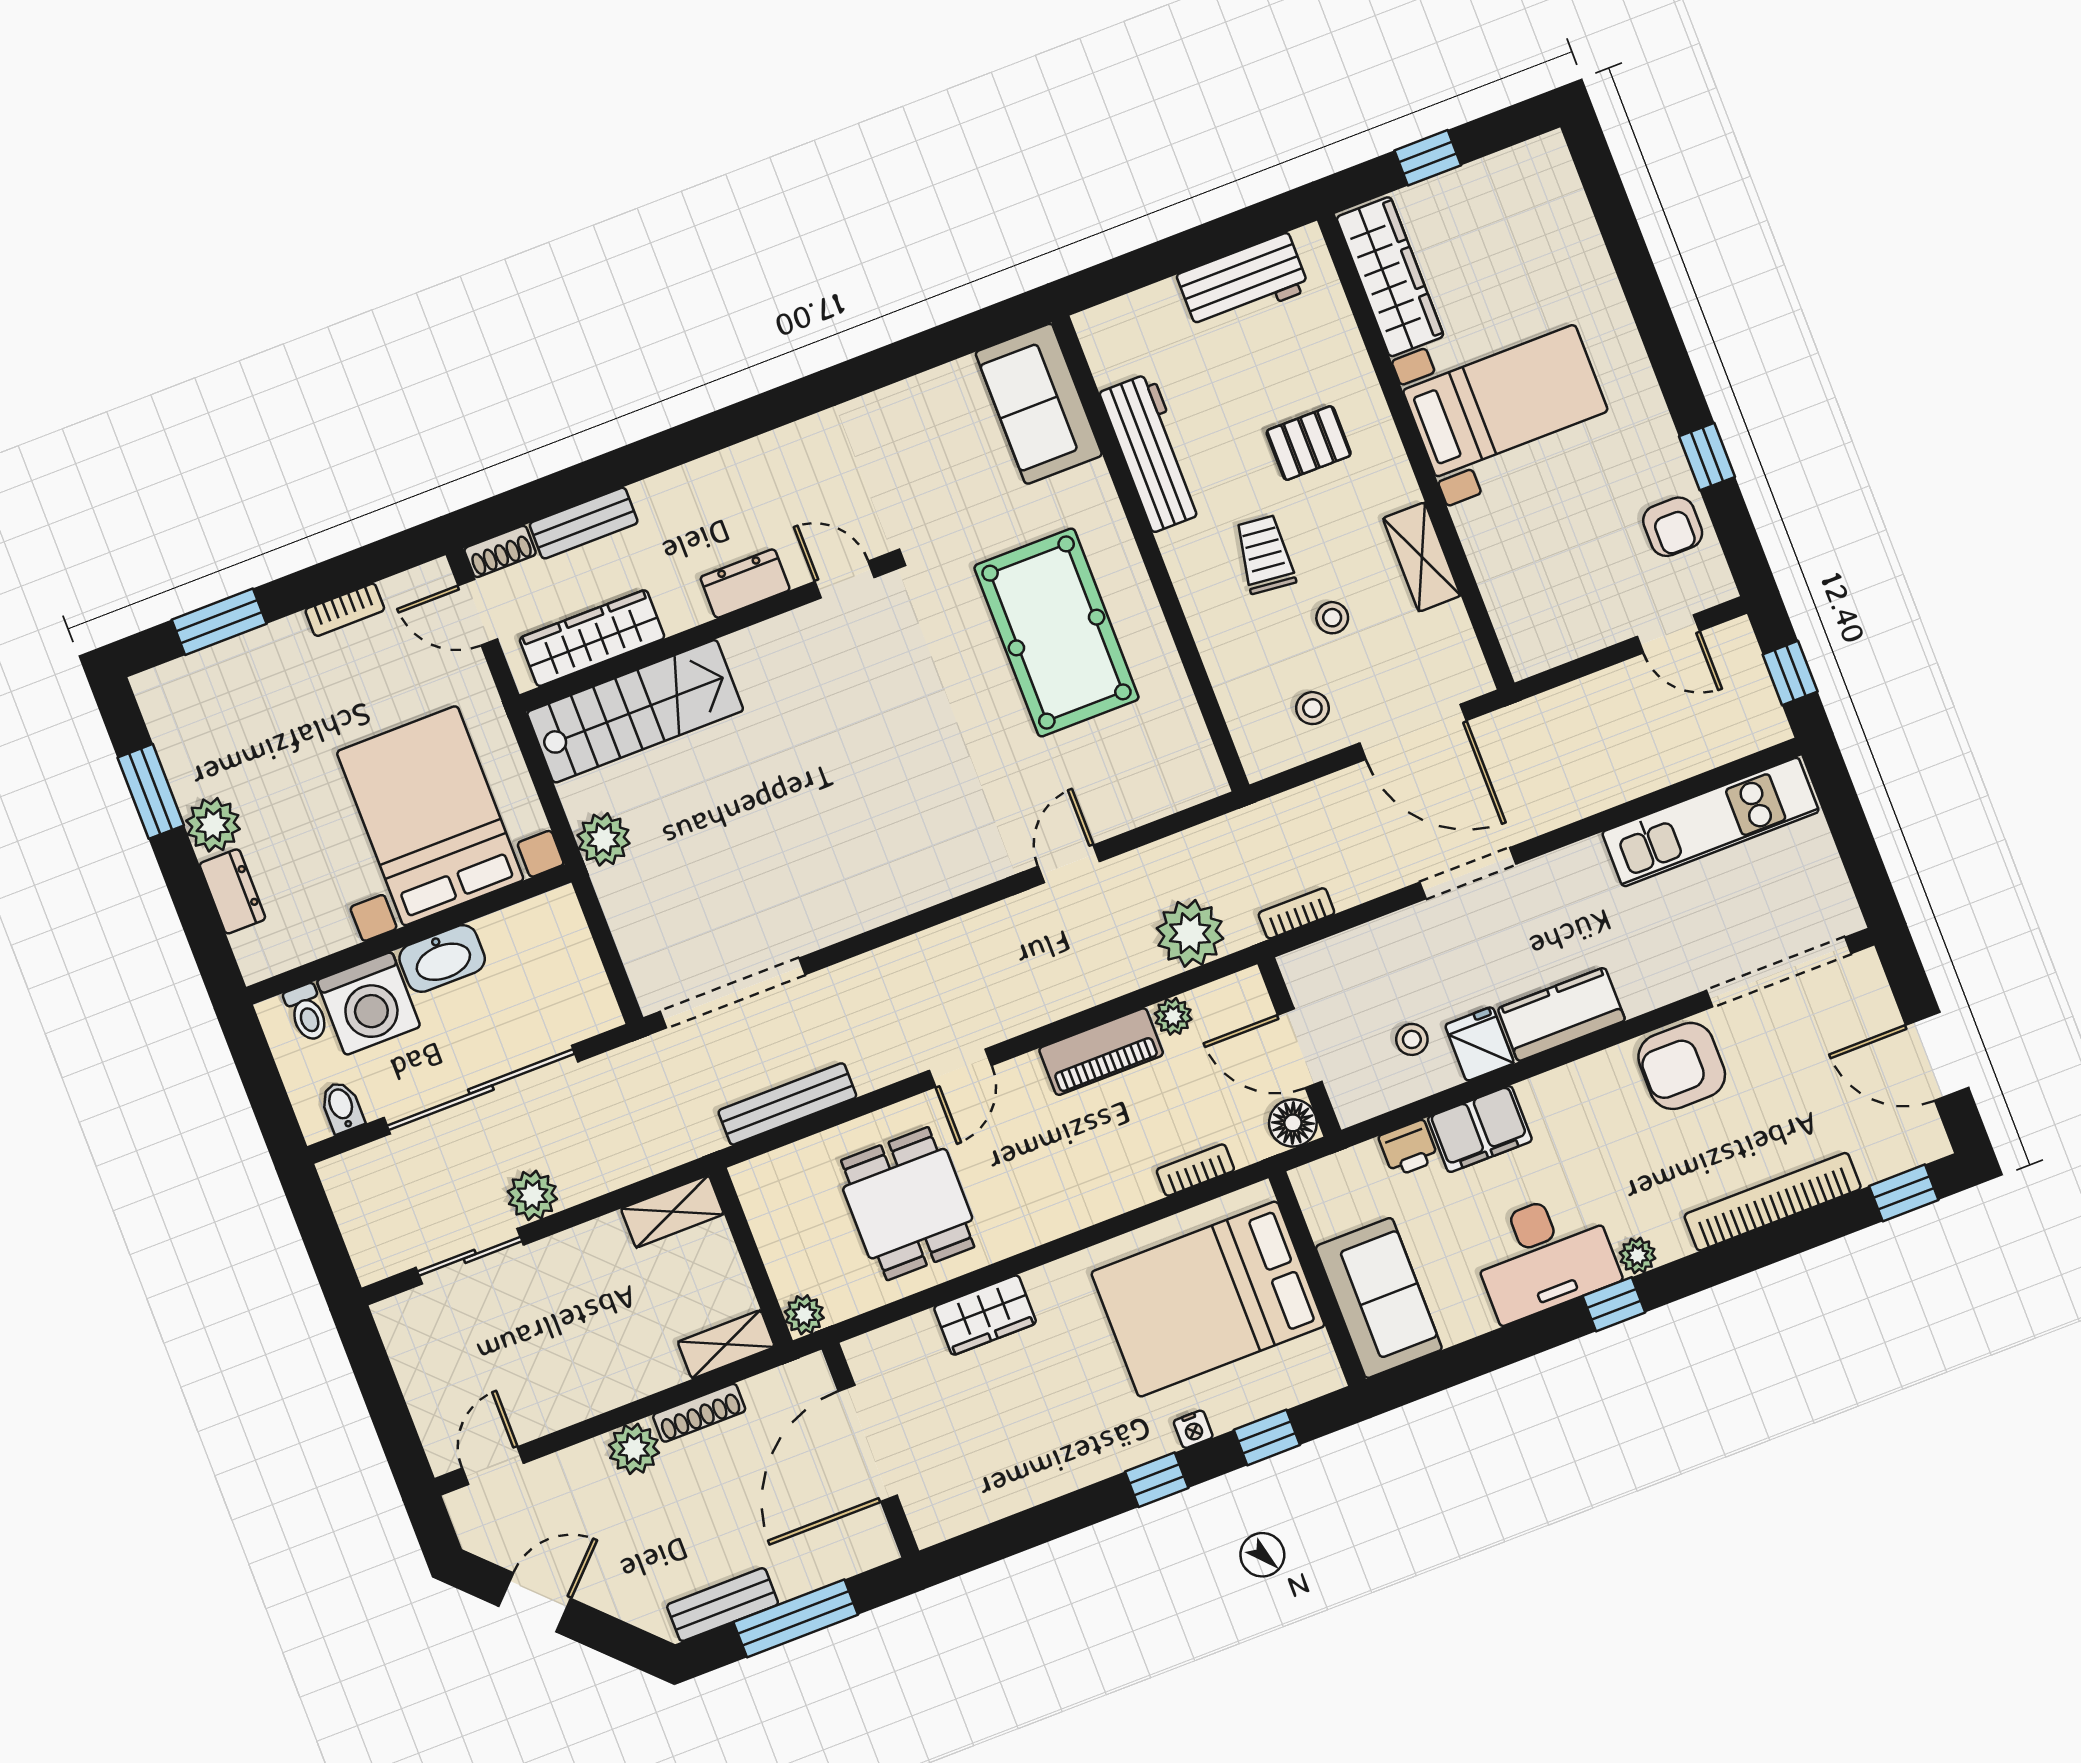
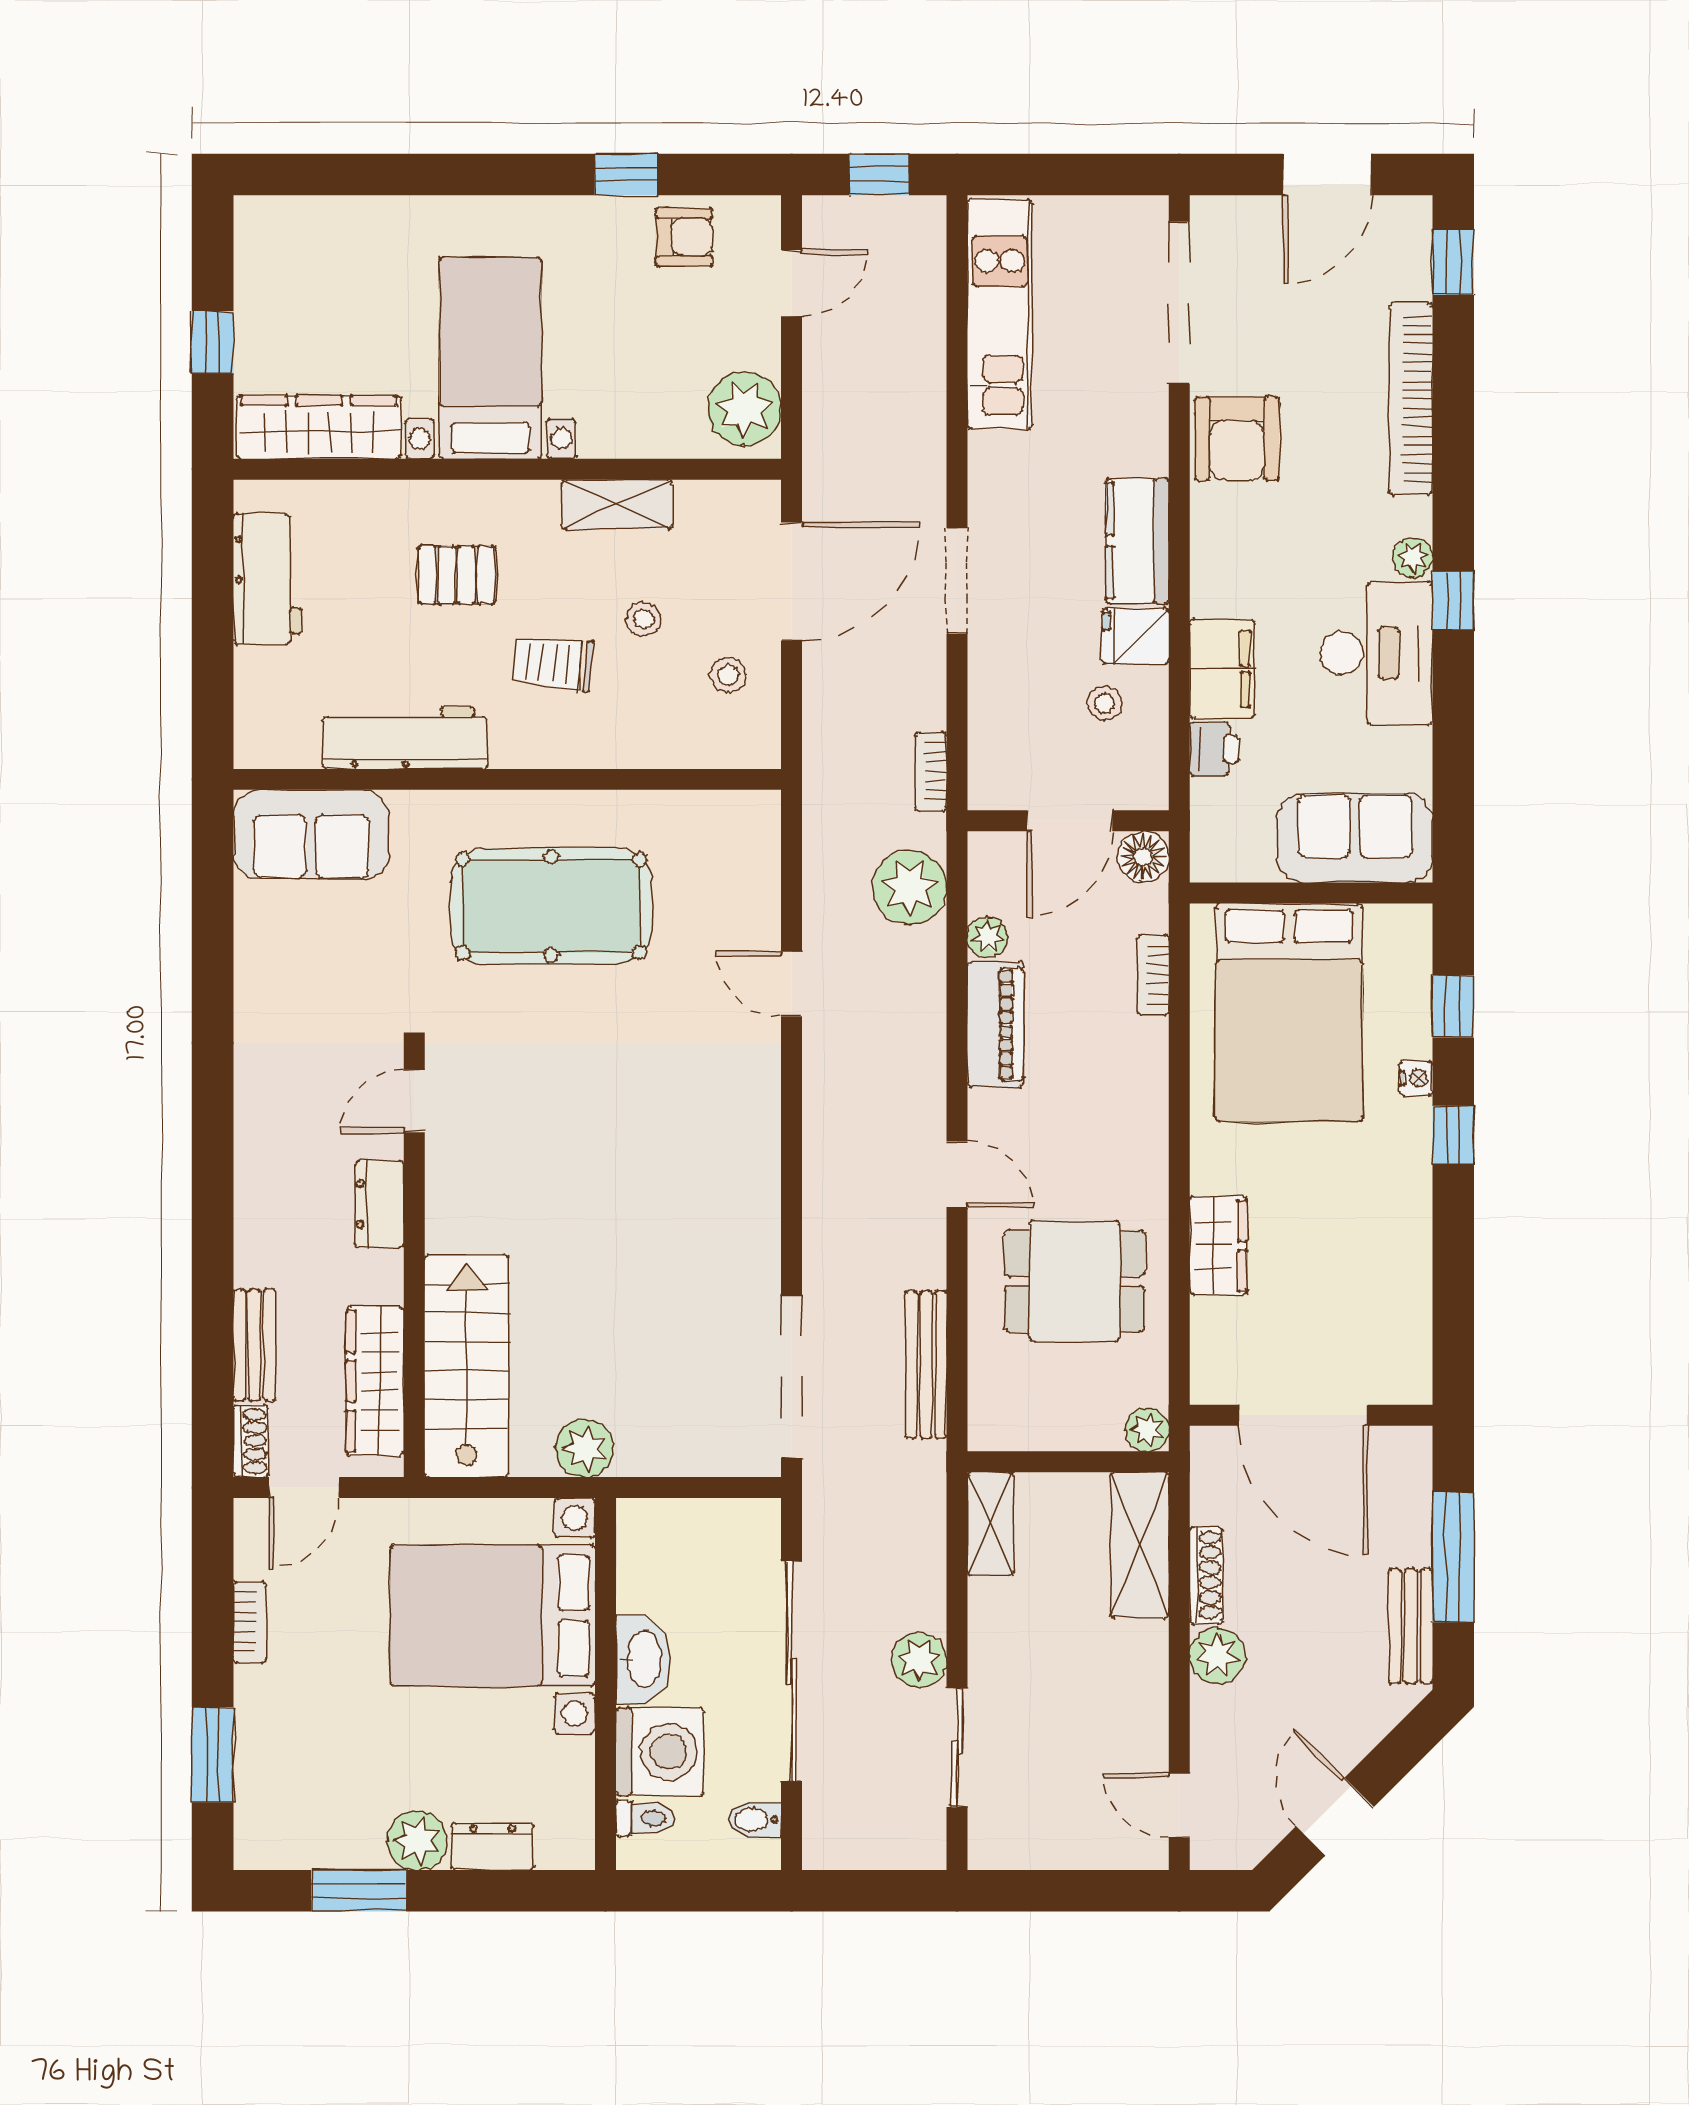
pallet: (1309, 443) -> (457, 575), turned 90
plant: (1545, 635) -> (744, 409), added
shelving: (726, 1344) -> (1140, 1545), width x1.50, depth x1.33

